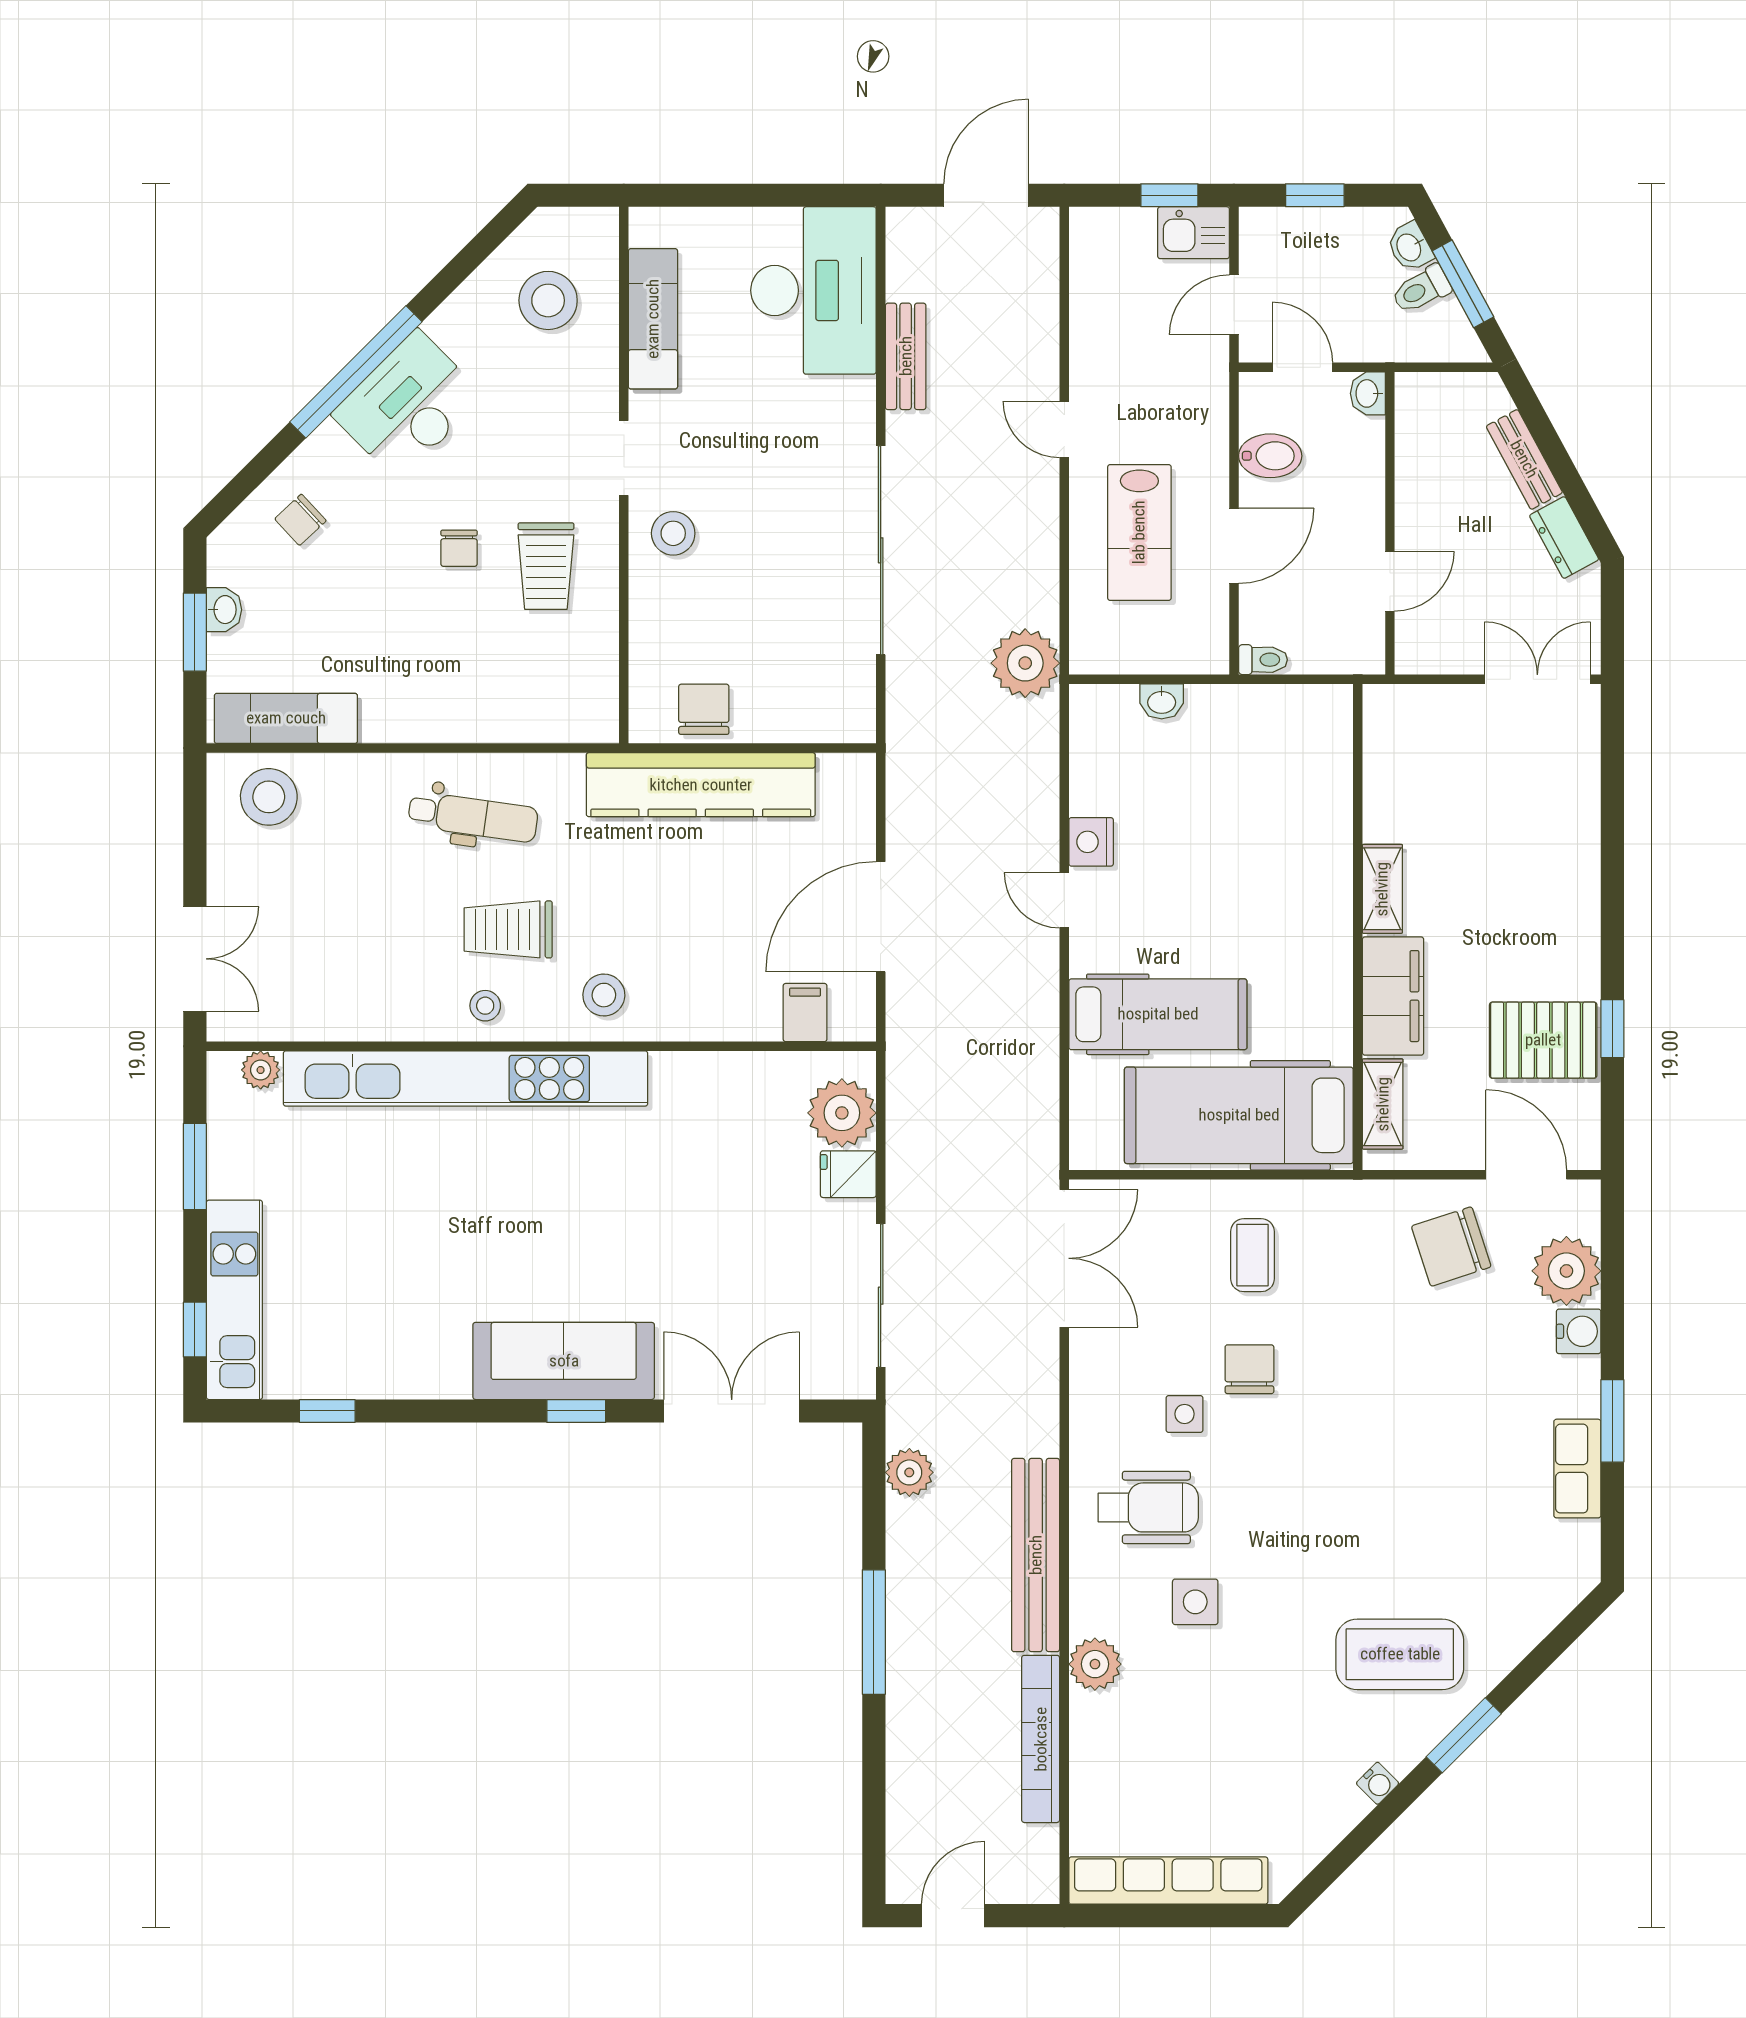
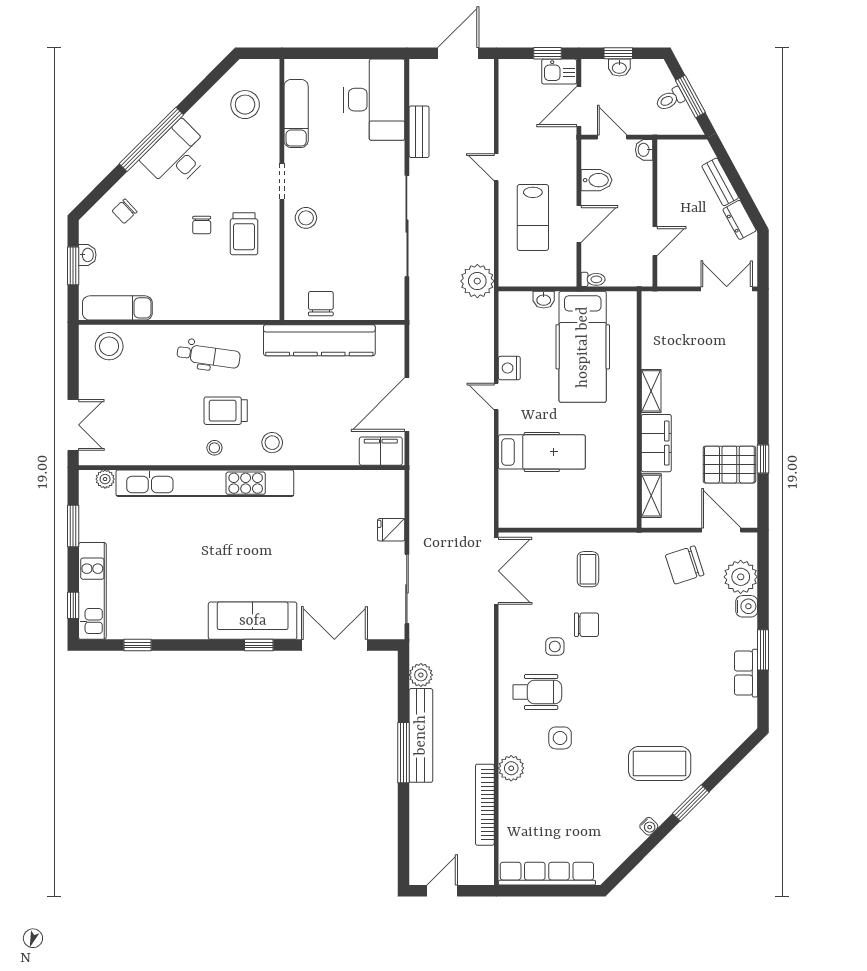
washbasin: (1410, 247) -> (619, 68), moved, turned -62
door: (1234, 305) -> (579, 107), width x1.37
filing cabinet: (805, 1013) -> (381, 451), width x2.00
plant: (842, 1113) -> (388, 500), removed
hospital bed: (1239, 1115) -> (583, 347), moved, turned -90
chair: (1249, 1369) -> (586, 625), turned 90
bench: (1036, 1555) -> (421, 735), moved

